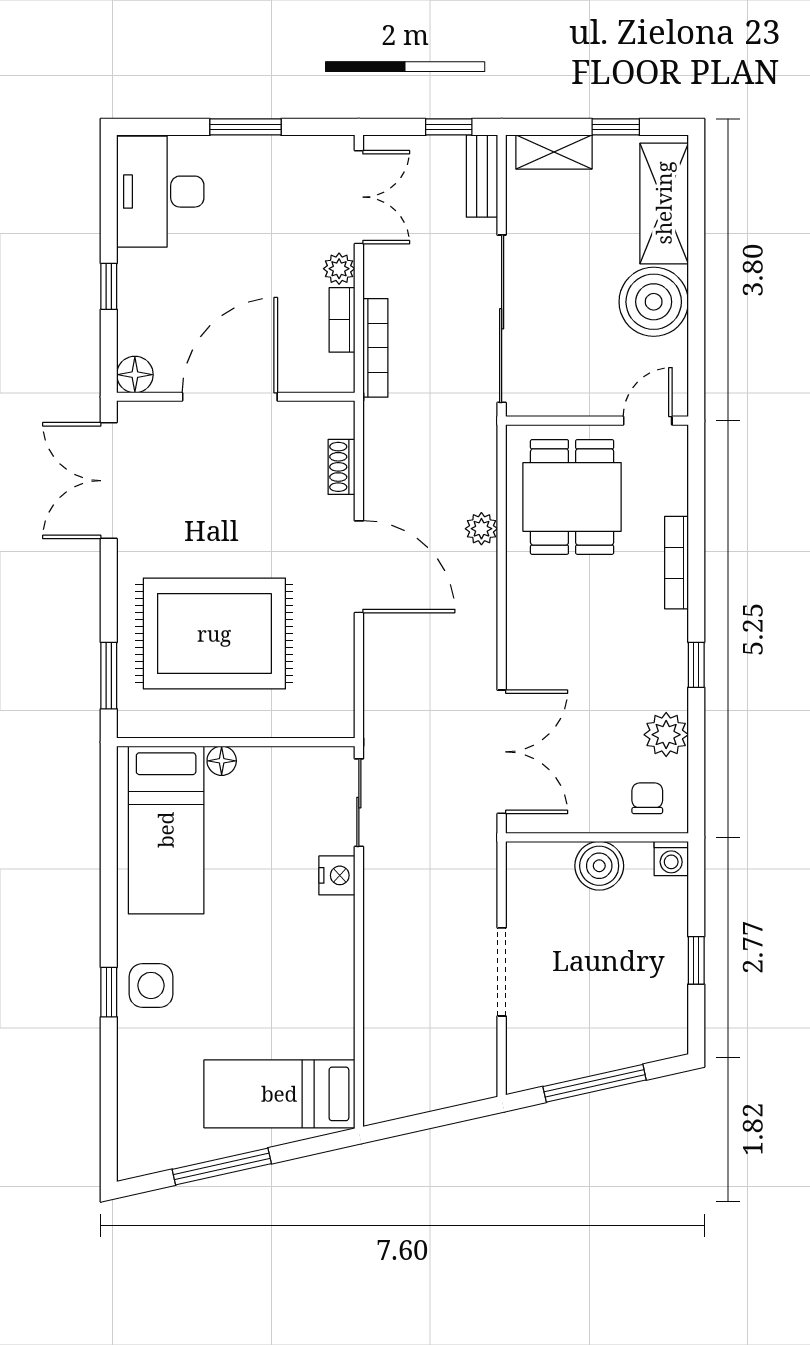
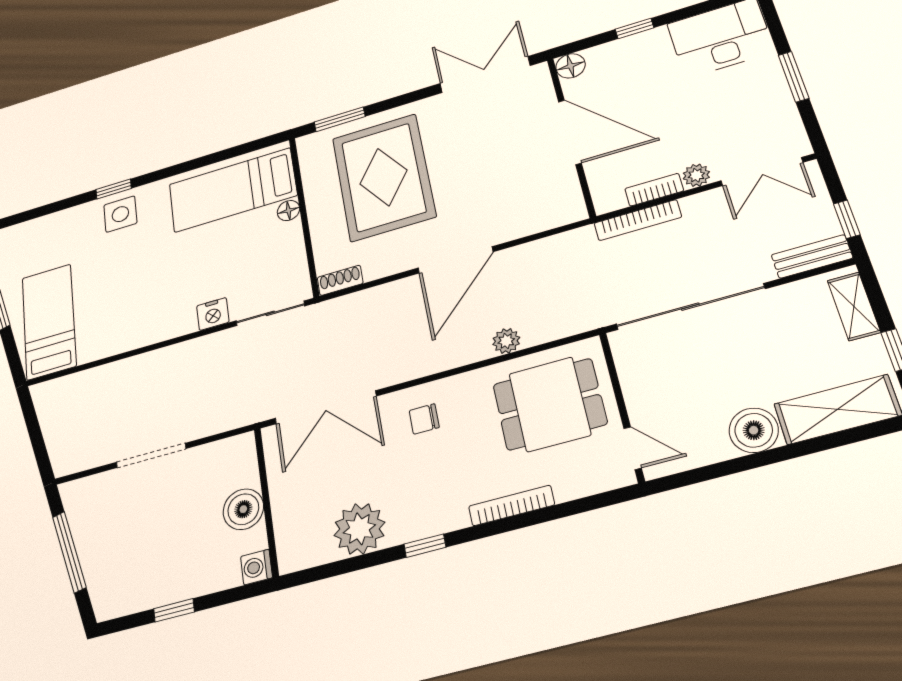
boiler: (654, 302) -> (754, 430), width x0.73, depth x0.73
shoe rack: (341, 467) -> (340, 280), moved
plant: (666, 735) -> (359, 529), width x1.36, depth x1.36
chair: (647, 798) -> (424, 419), moved, turned 180

